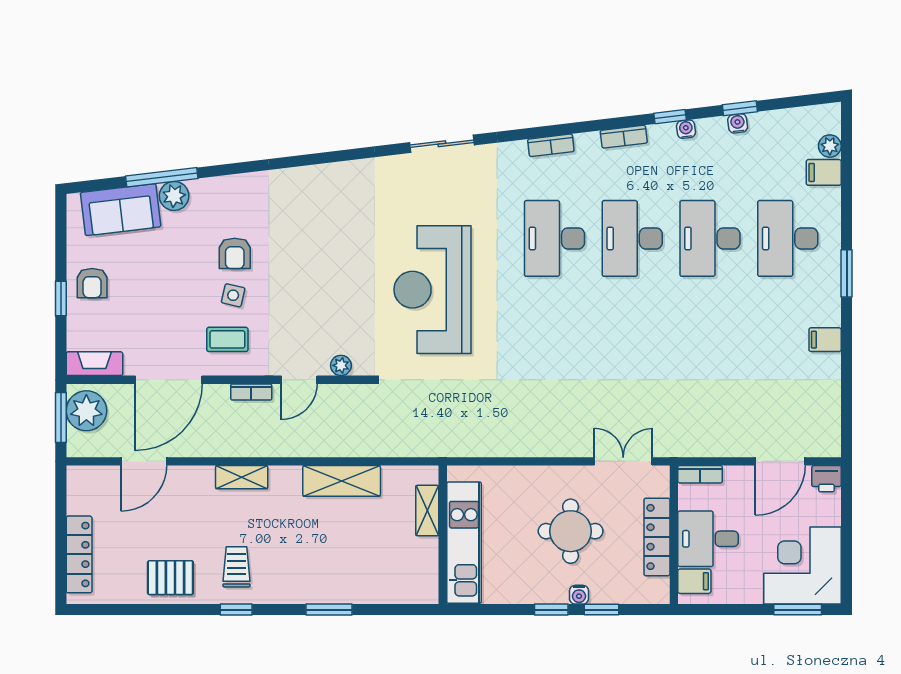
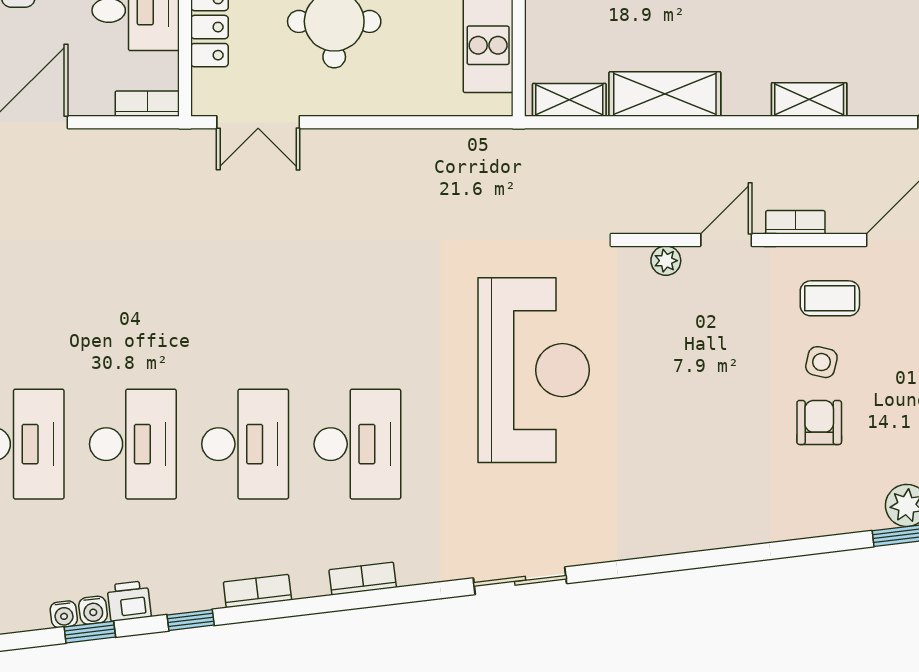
water cooler: (686, 129) -> (64, 614), moved
printer: (713, 130) -> (129, 601), added
shelving: (427, 511) -> (569, 100), moved, turned 90

